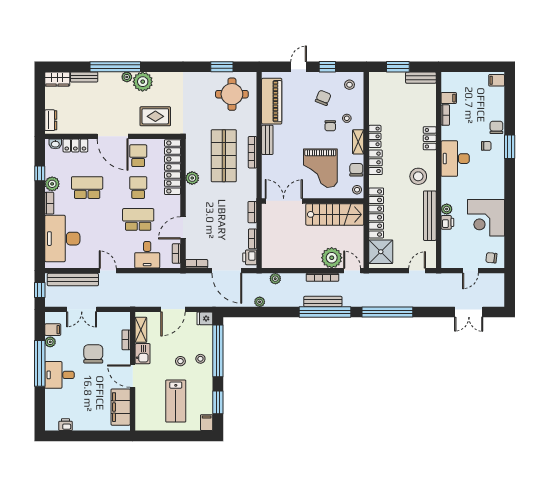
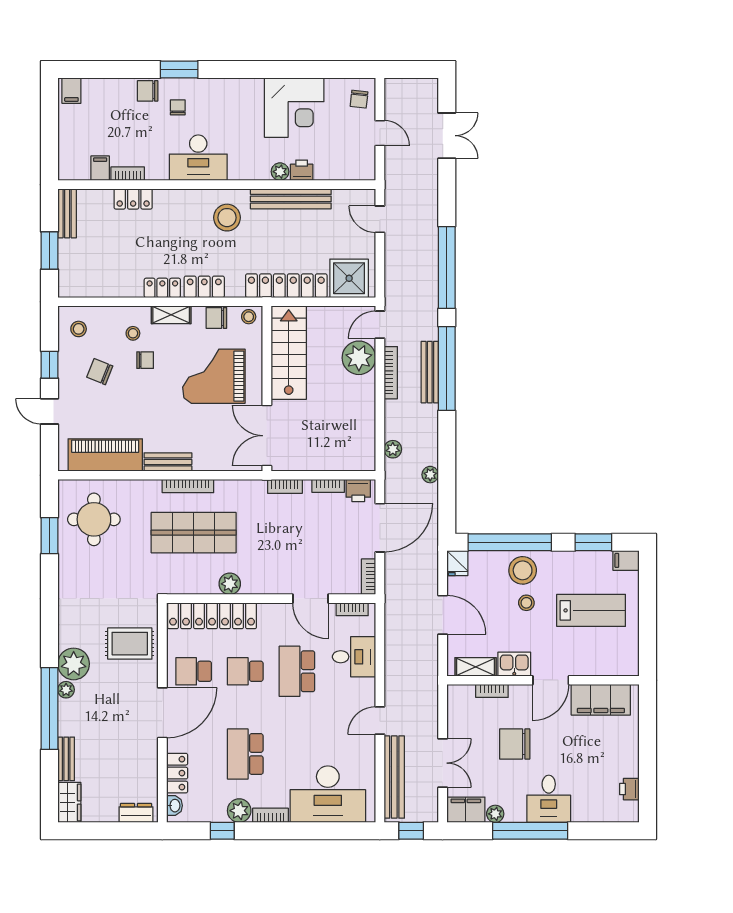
rug: (155, 116) -> (130, 644), turned 90
locker: (430, 138) -> (133, 199), moved
grand piano: (320, 168) -> (214, 376), turned 180
filing cabinet: (53, 330) -> (466, 810), width x2.00
stool: (200, 359) -> (523, 570), width x1.89, depth x1.89

